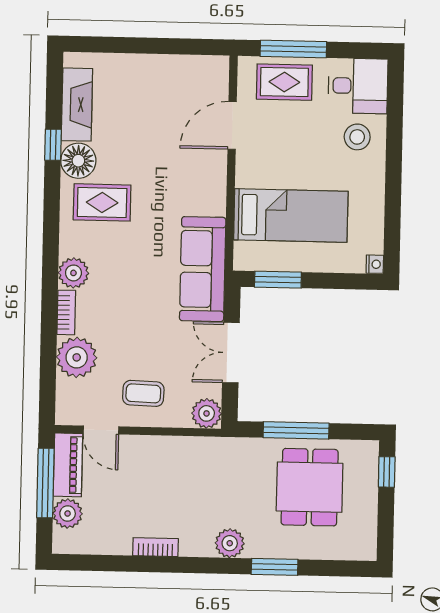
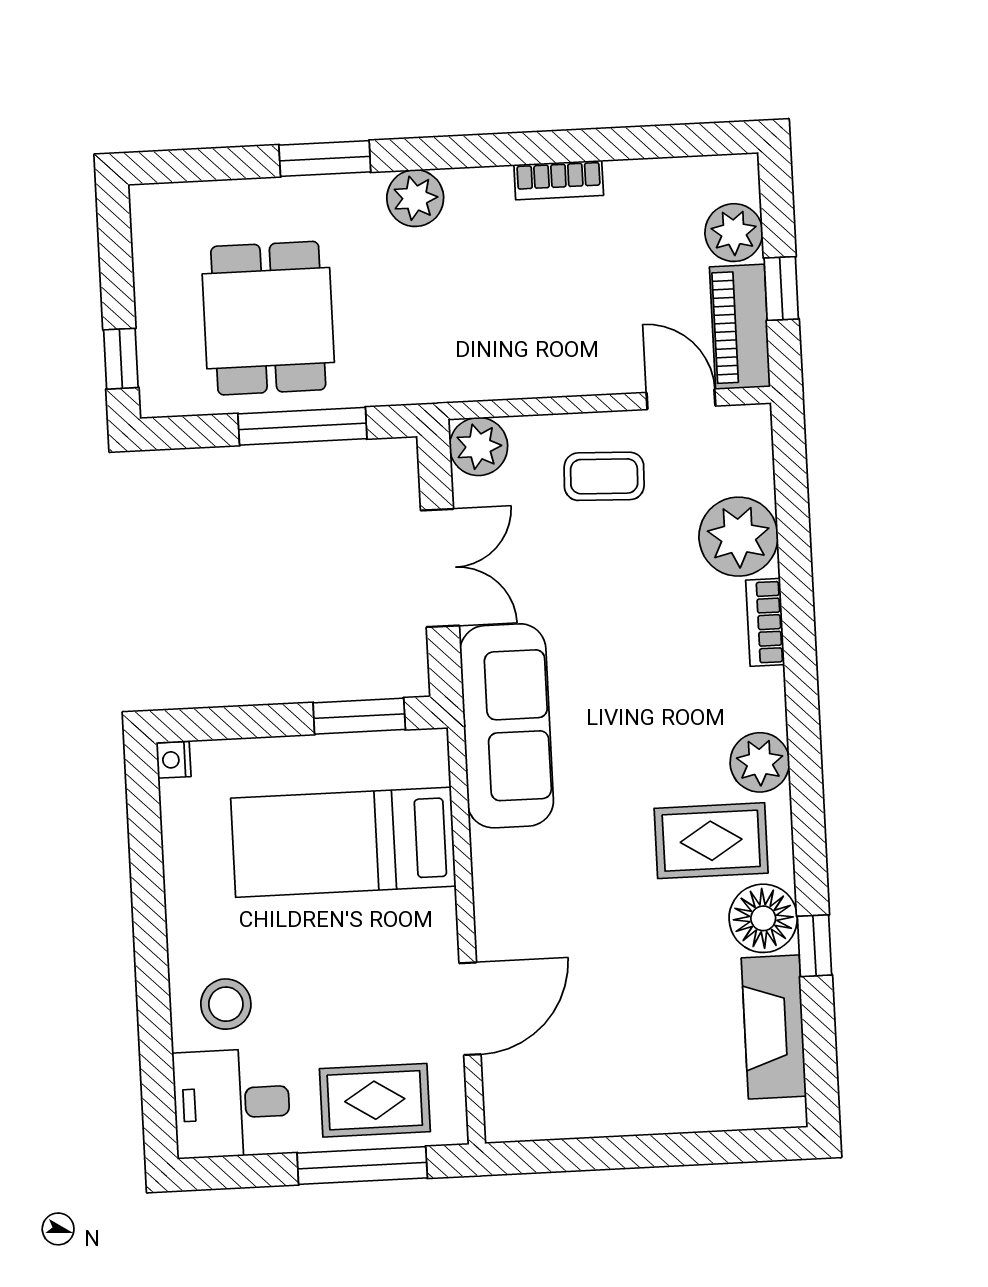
plant: (73, 273) -> (760, 762), moved
window: (45, 483) -> (781, 289), width x0.46

